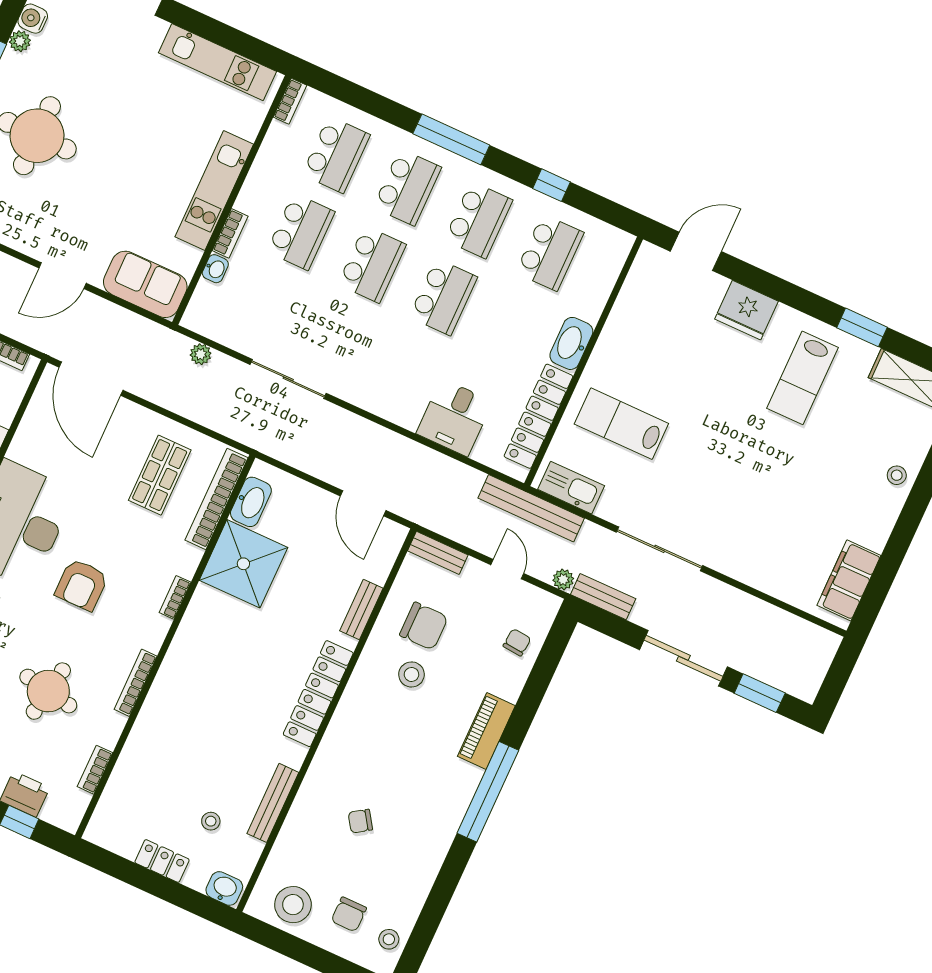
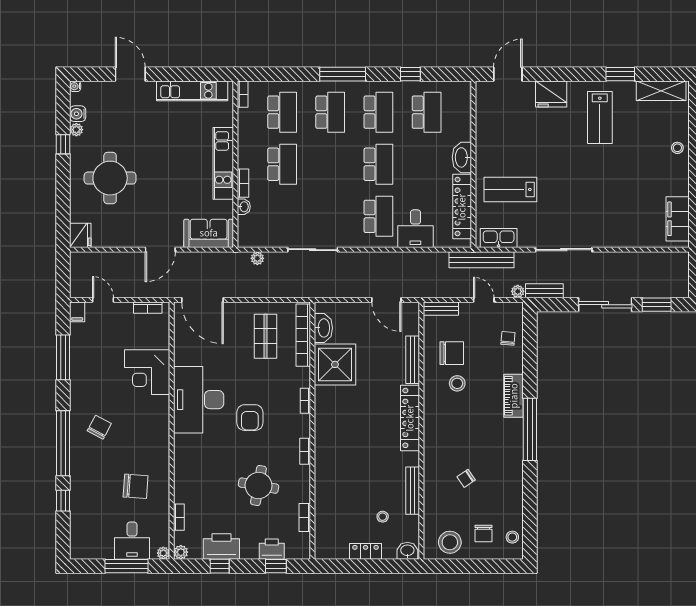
school desk: (372, 264) -> (378, 216), moved
bench: (361, 609) -> (413, 360), width x1.36
bookcase: (136, 683) -> (305, 451), width x0.64

